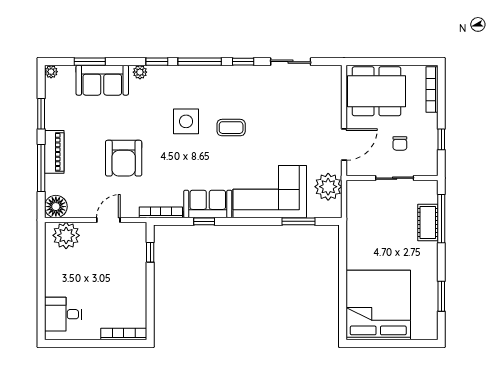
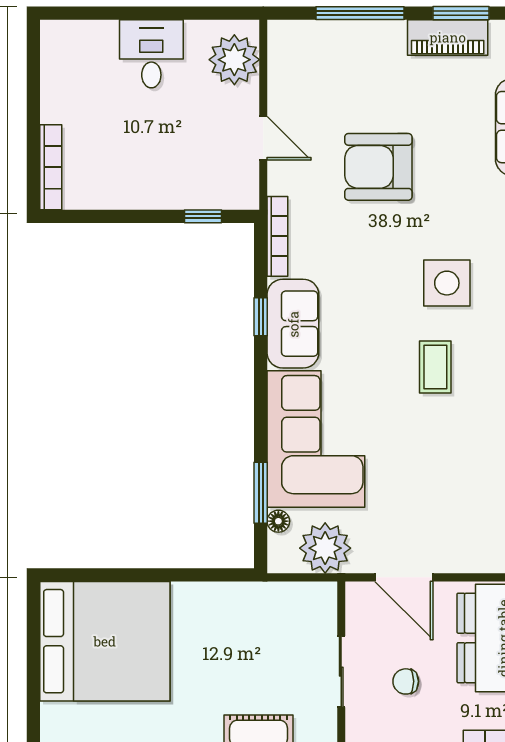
piano: (54, 152) -> (448, 37), moved
floor lamp: (56, 207) -> (278, 521), moved, width x0.53, depth x0.53
desk: (63, 314) -> (151, 54), moved

